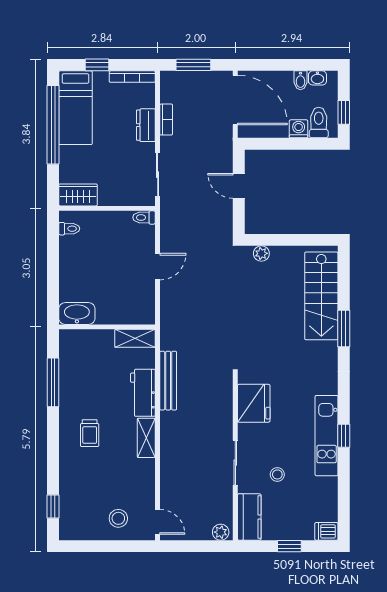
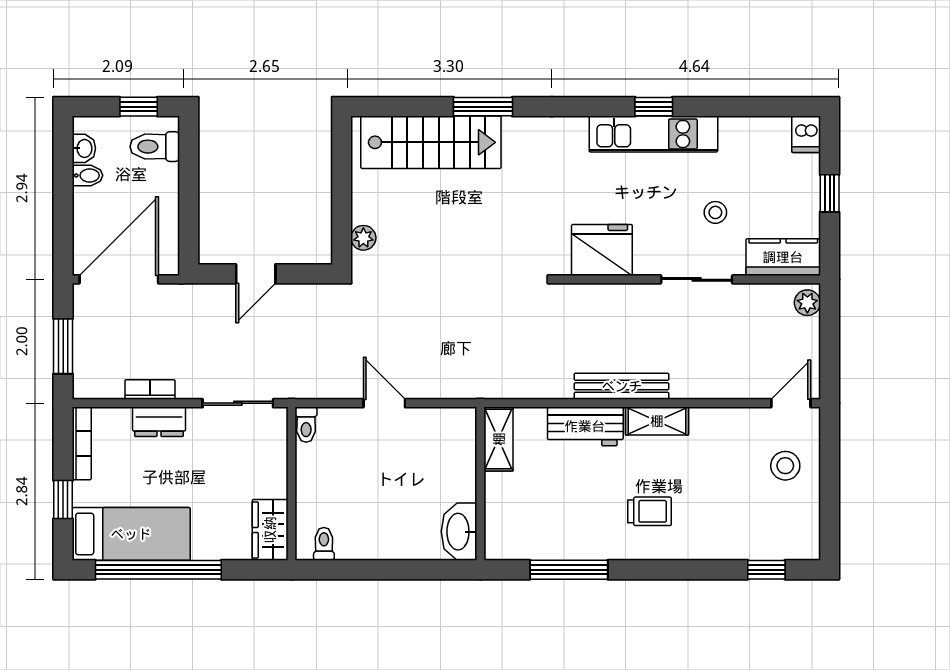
washing machine: (299, 129) -> (165, 179), removed
bench: (168, 381) -> (622, 386), moved

